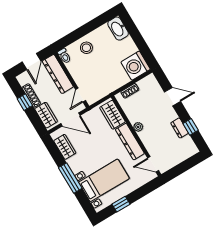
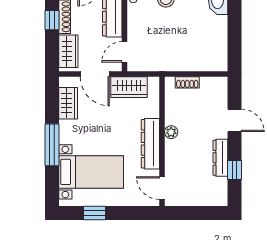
washing machine: (136, 66) -> (212, 56), removed
wardrobe: (112, 115) -> (129, 87), moved, turned -90
dresser: (180, 128) -> (220, 158), width x1.44

